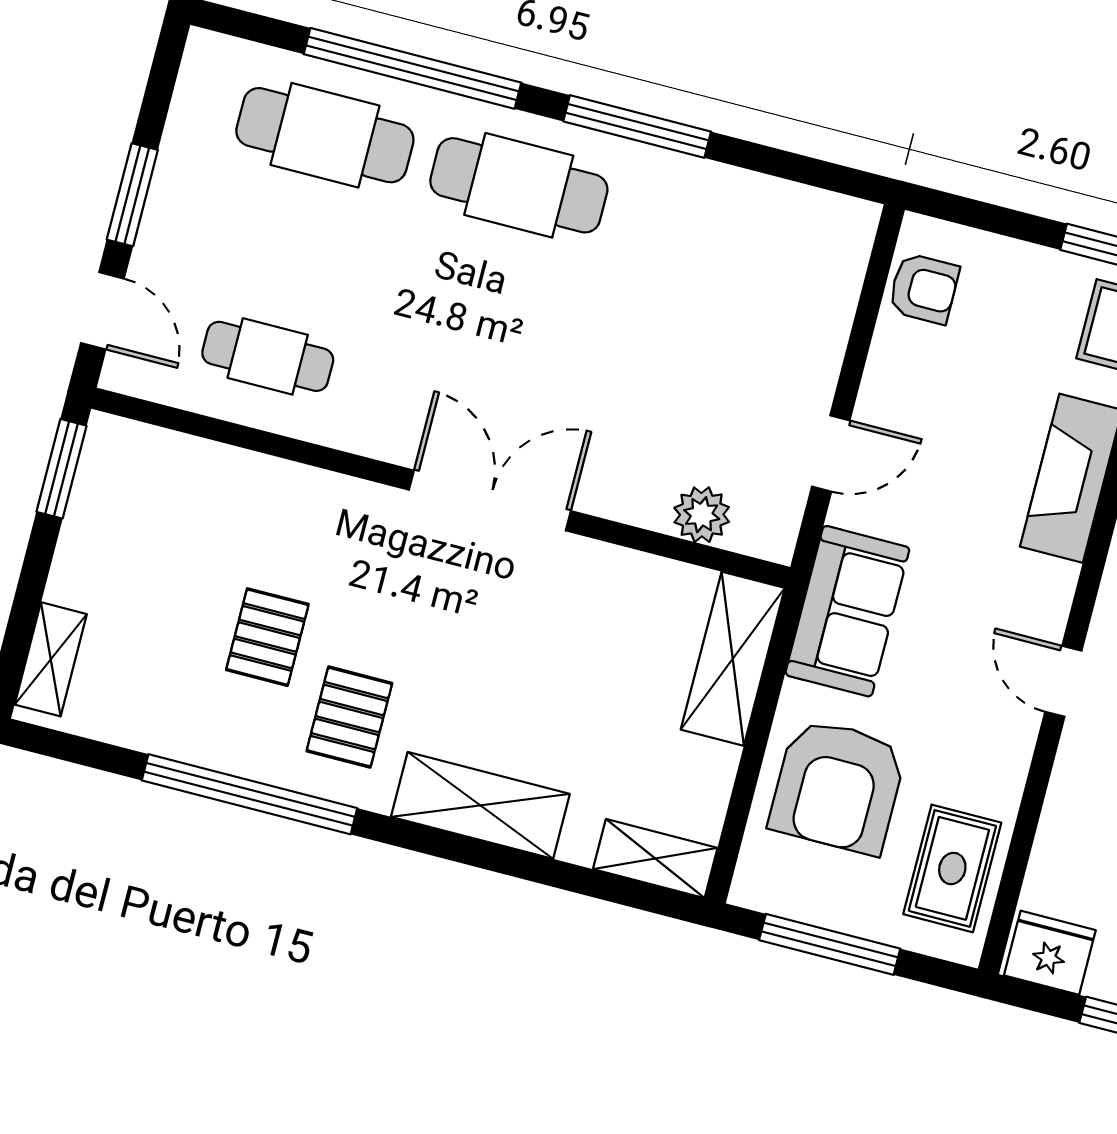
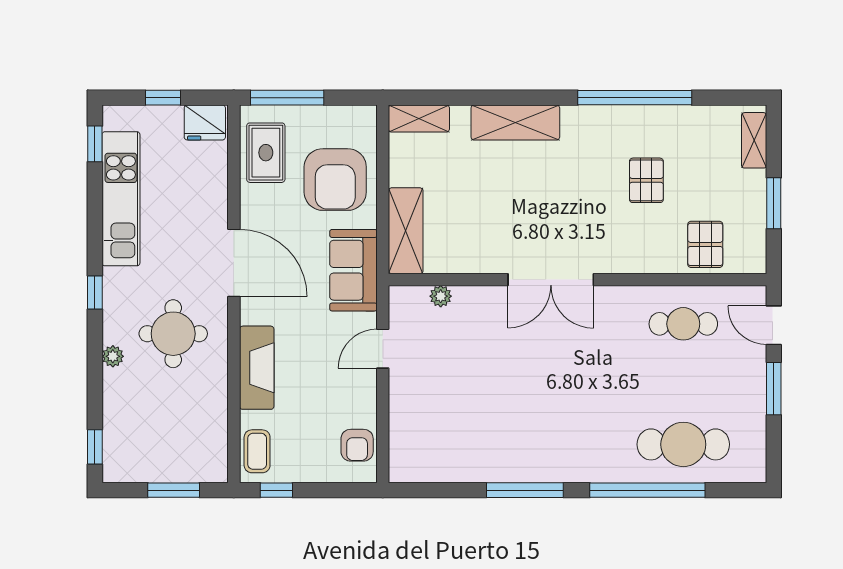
cafe table: (519, 185) -> (578, 444), removed
armchair: (924, 288) -> (357, 445), turned -90
window: (61, 469) -> (774, 203), moved
plant: (702, 515) -> (441, 296), width x0.73, depth x0.73
door: (1063, 681) -> (234, 263), width x1.88
pallet: (349, 717) -> (705, 244), moved
armchair: (838, 786) -> (335, 180), turned 180
window: (830, 944) -> (287, 98), moved

